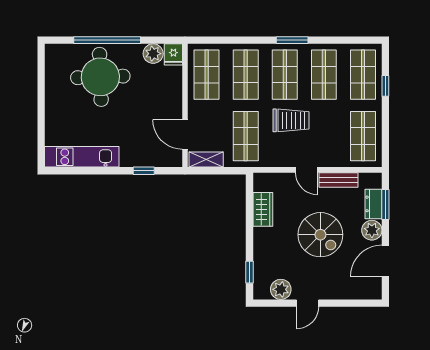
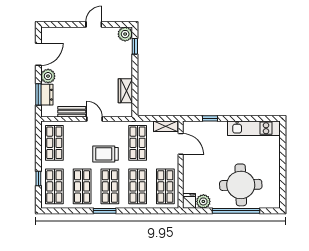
spiral stairs: (320, 235) -> (85, 73), removed
plant: (281, 289) -> (125, 34), moved

